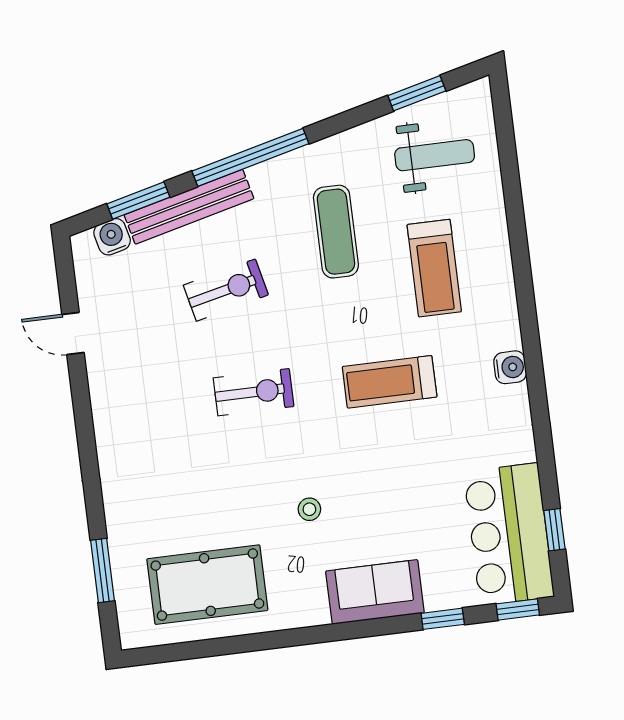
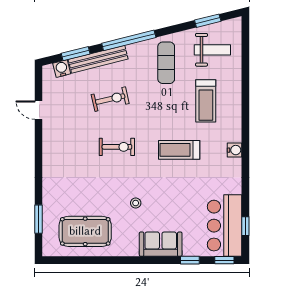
exercise mat: (336, 232) -> (166, 63), moved

